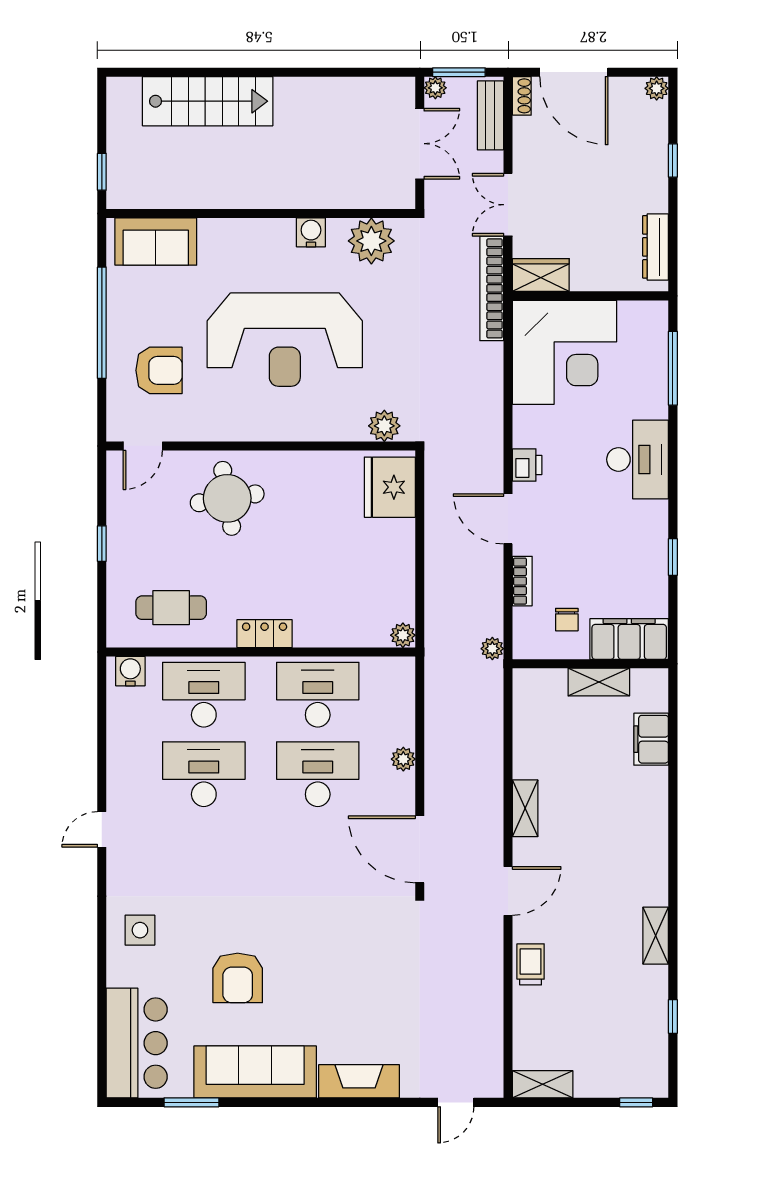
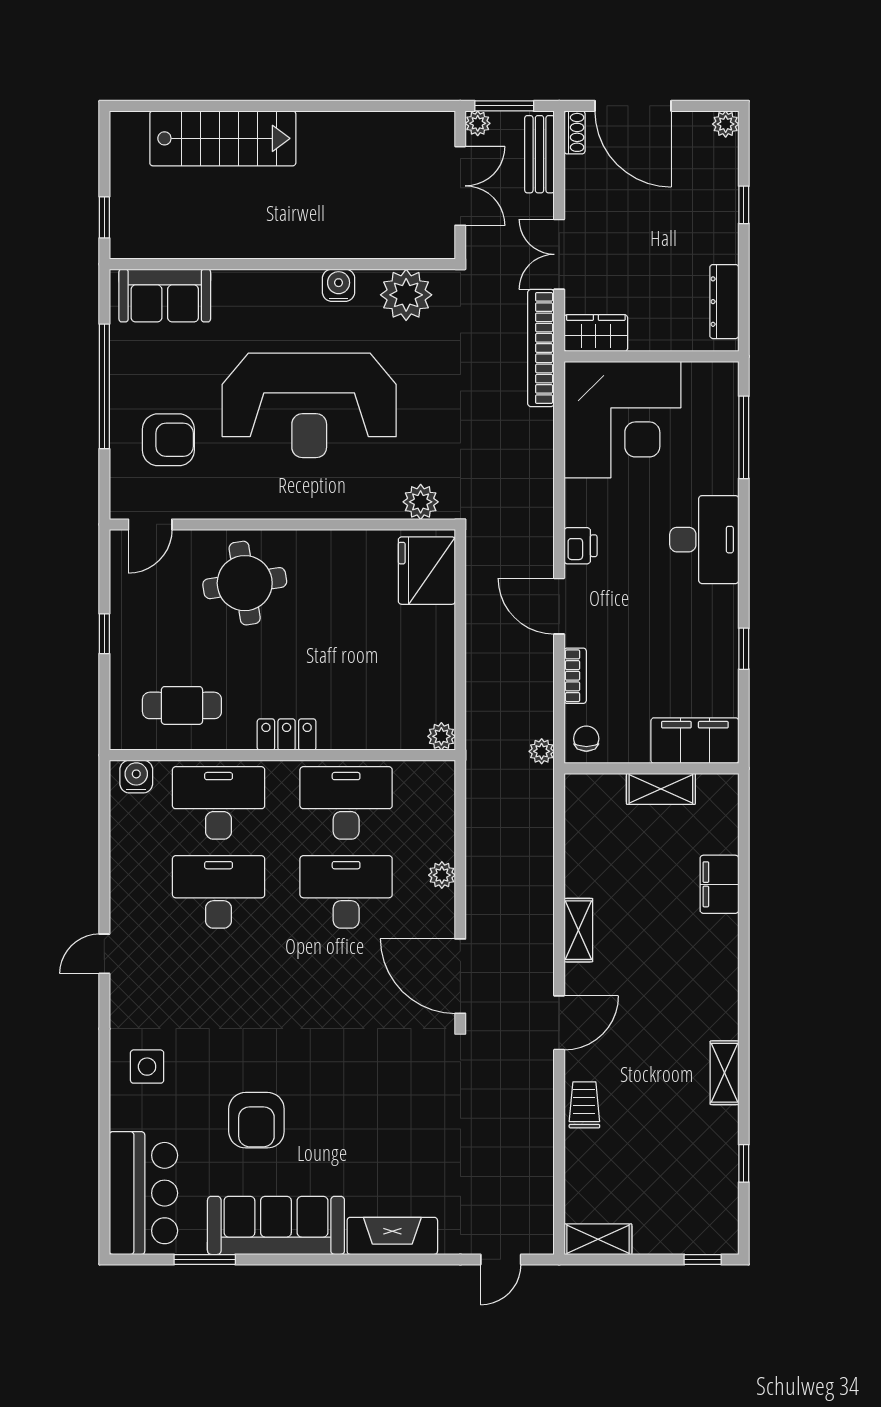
chair: (567, 620) -> (586, 739), moved, turned 180
filing cabinet: (651, 739) -> (719, 884), moved

